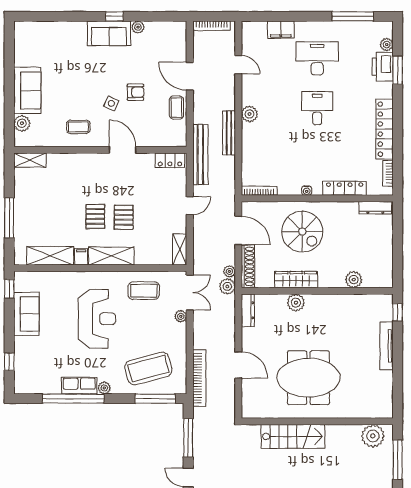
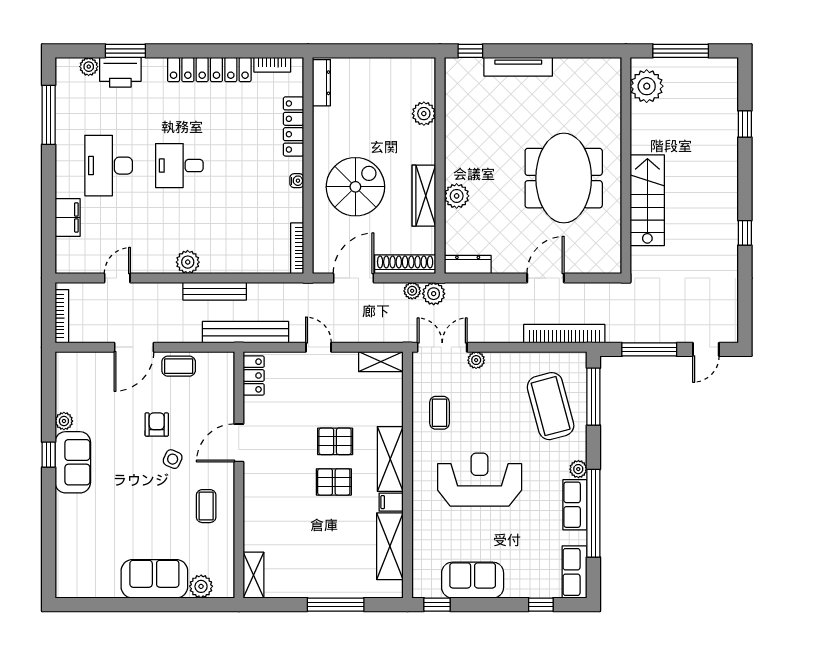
coffee table: (144, 291) -> (440, 413), width x0.73, depth x0.77
row of seats: (32, 385) -> (575, 572), added

